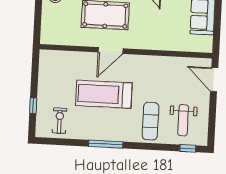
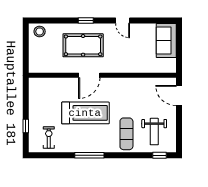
treadmill: (104, 94) -> (85, 113), turned 180

